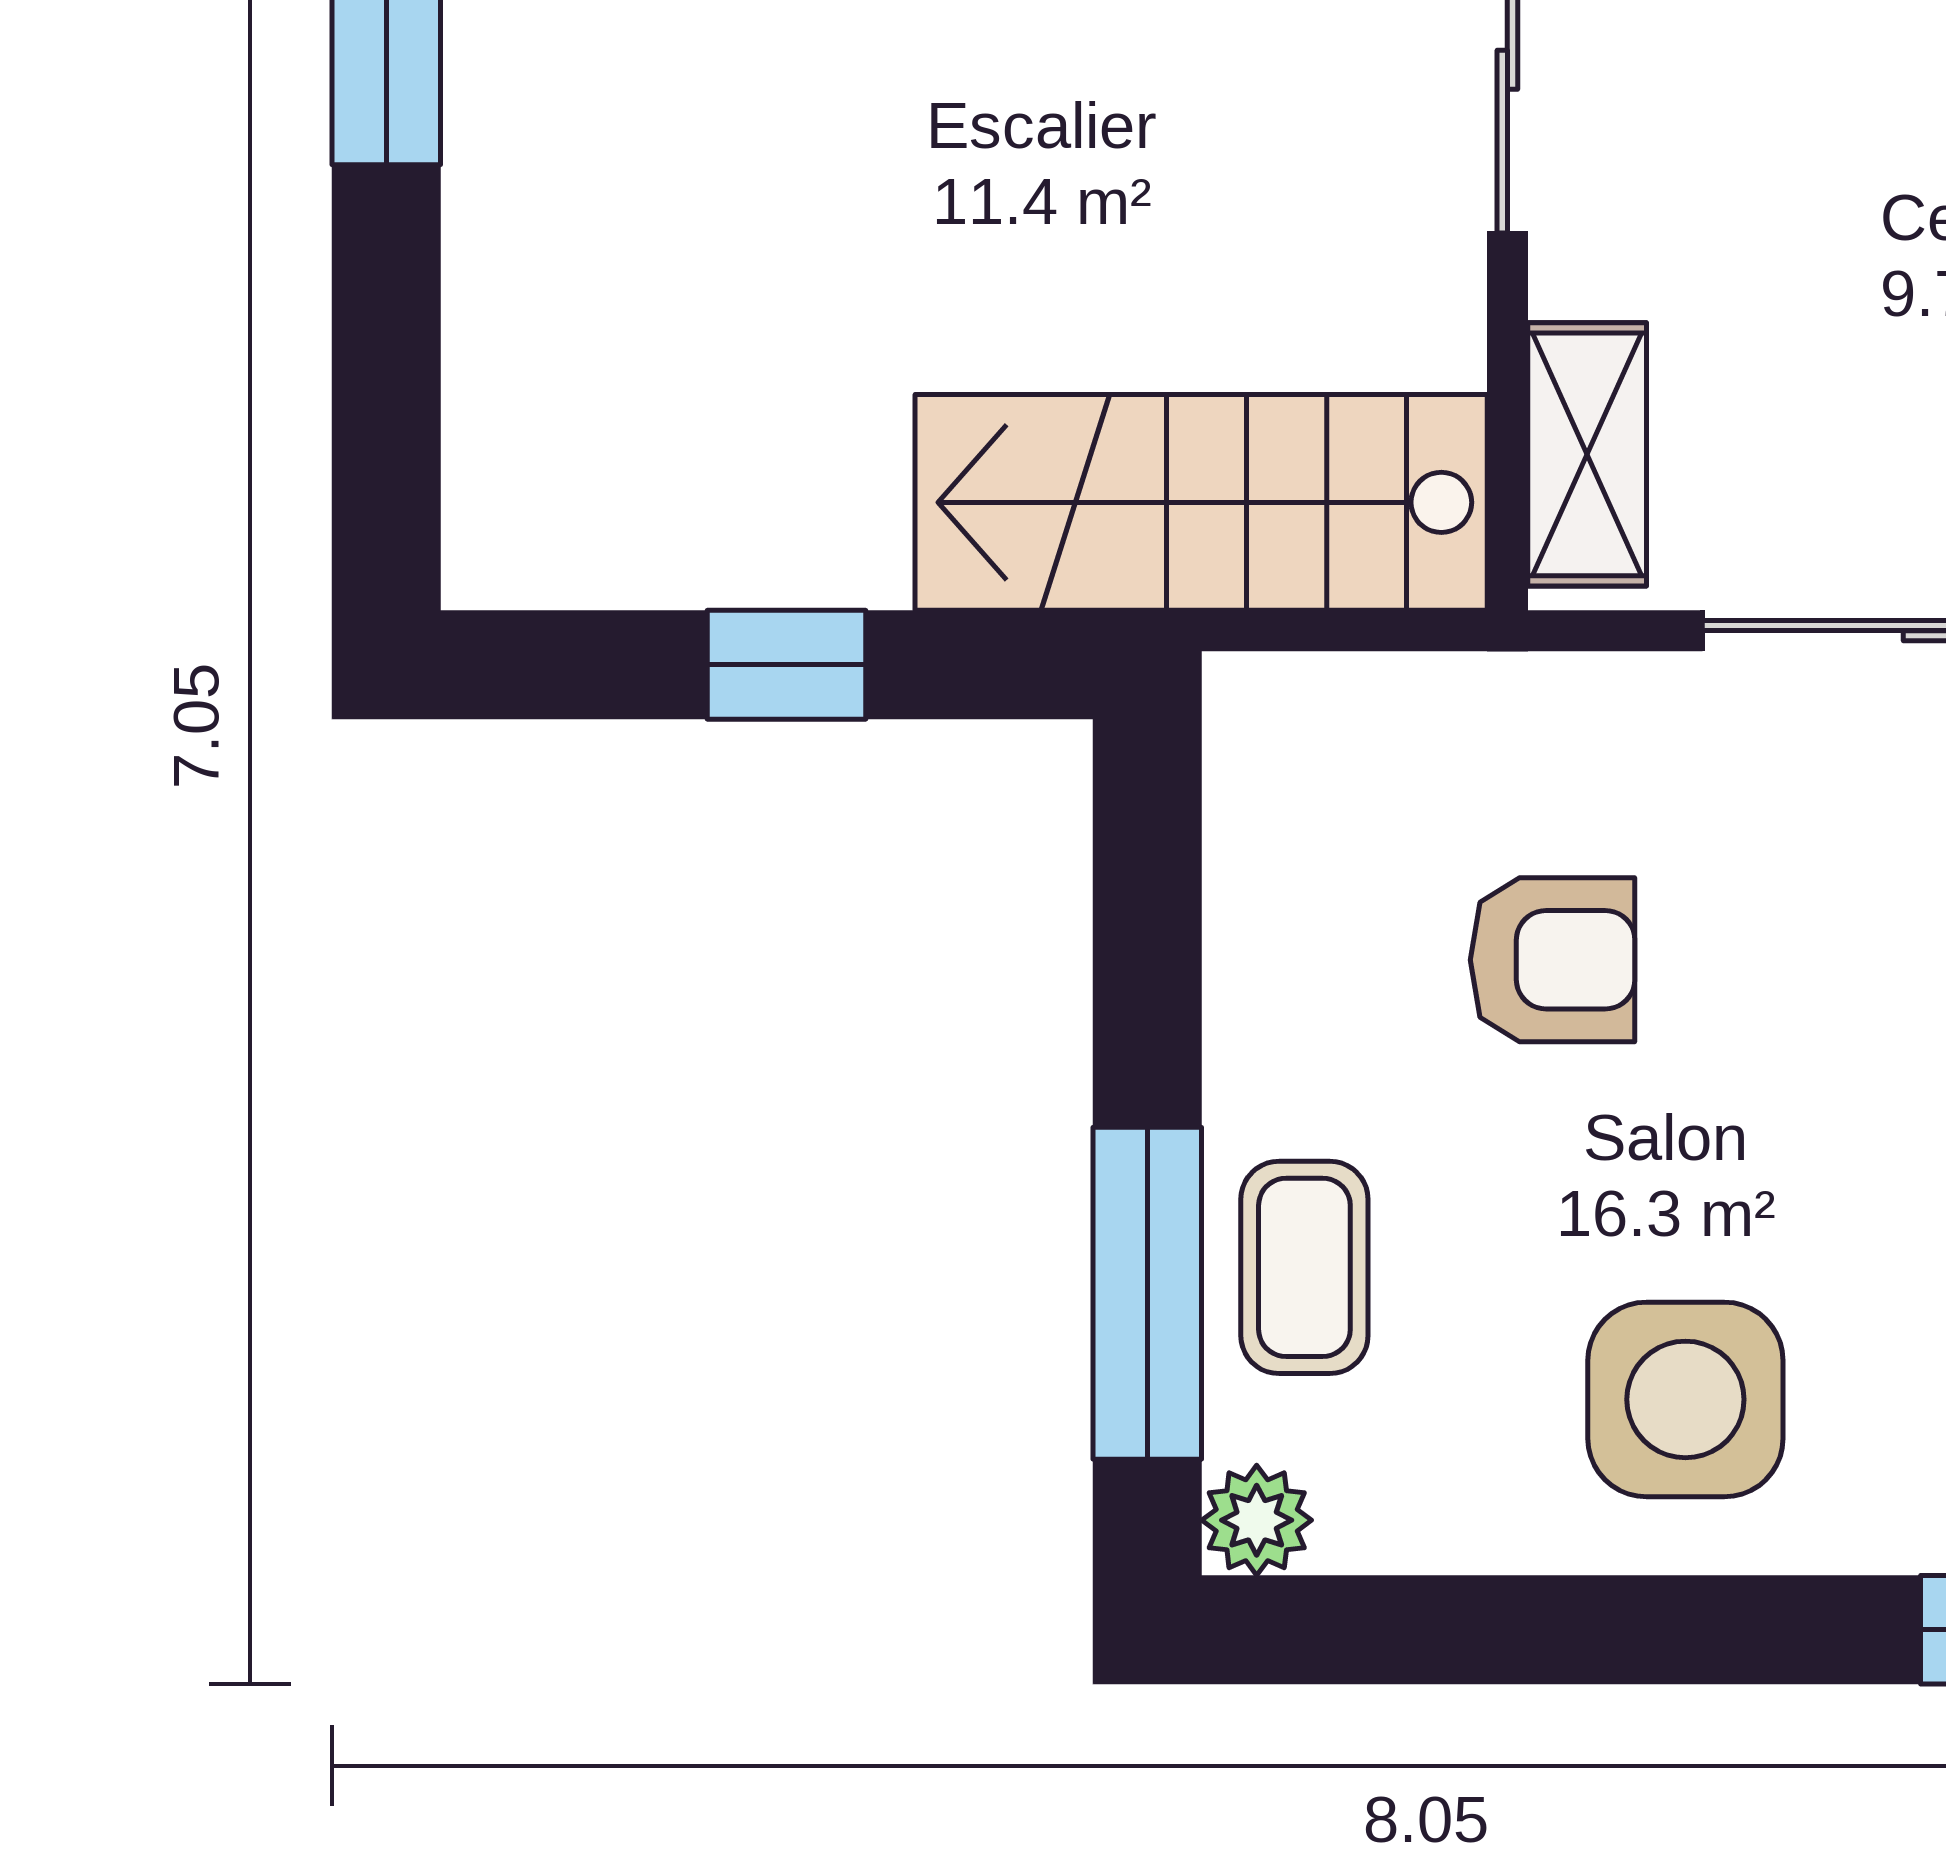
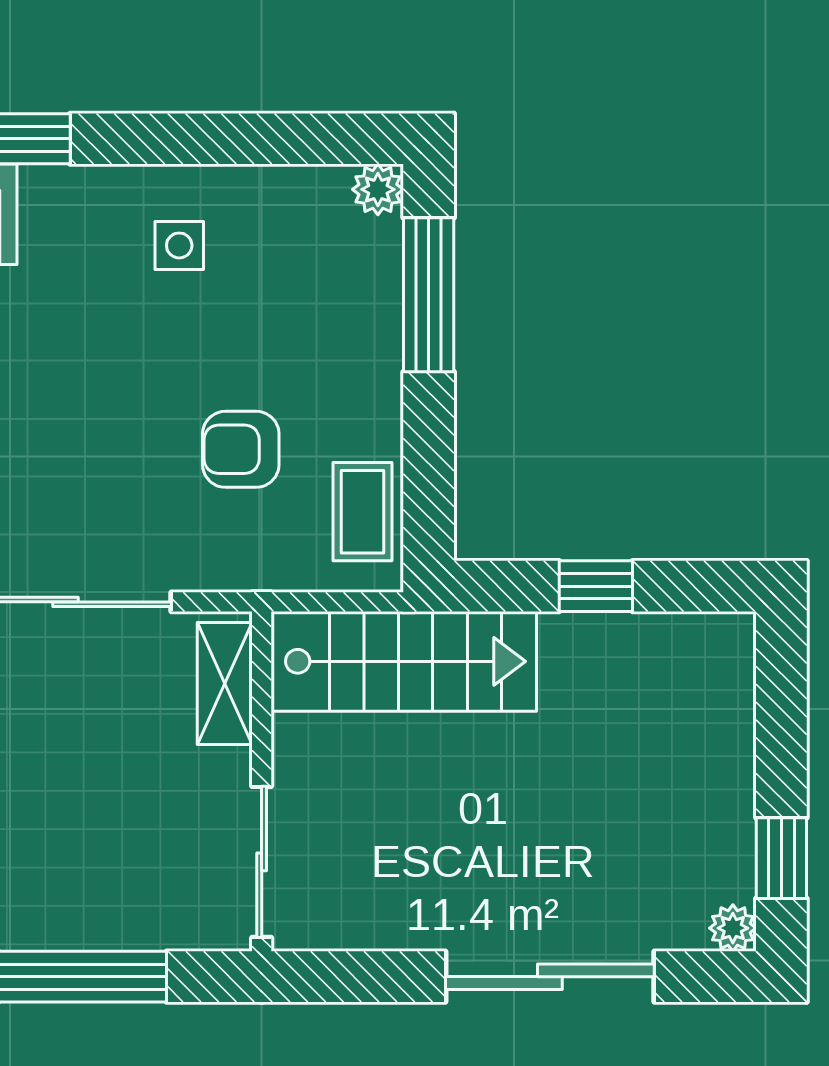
coffee table: (1304, 1267) -> (363, 512), moved
side table: (1685, 1399) -> (179, 245), width x0.54, depth x0.54

